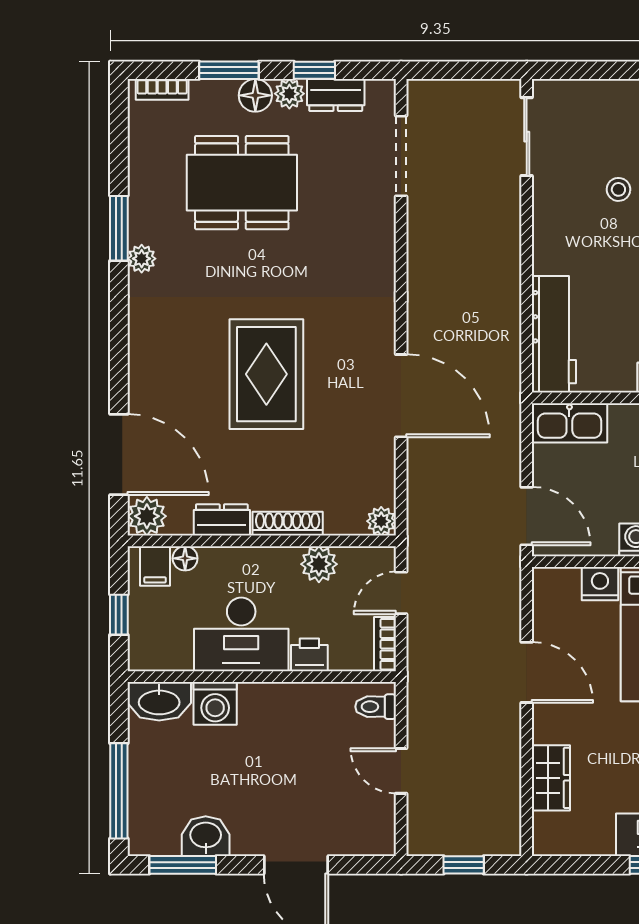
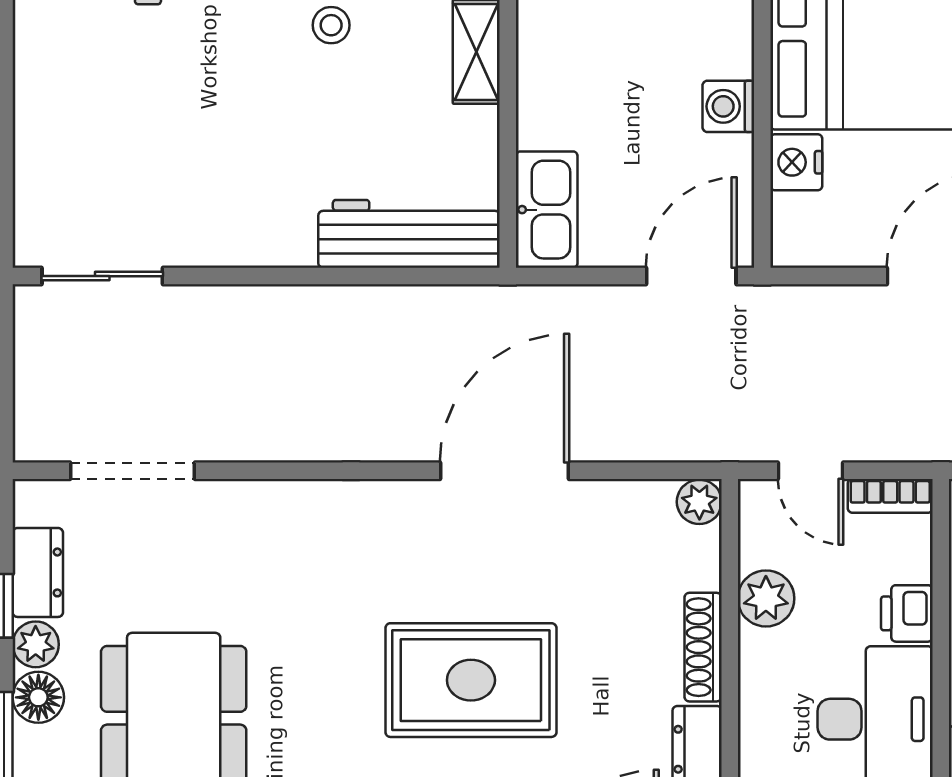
stool: (618, 189) -> (184, 134), removed

